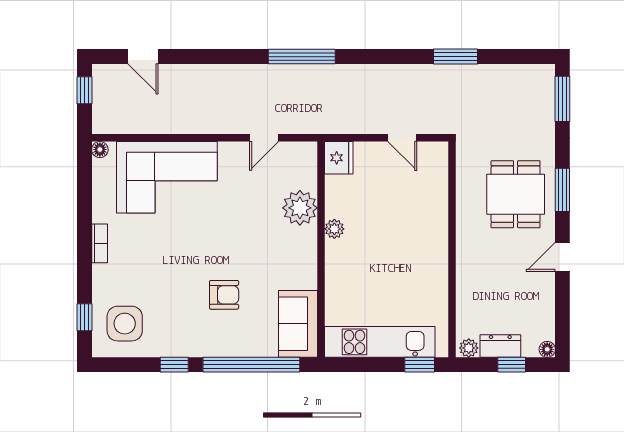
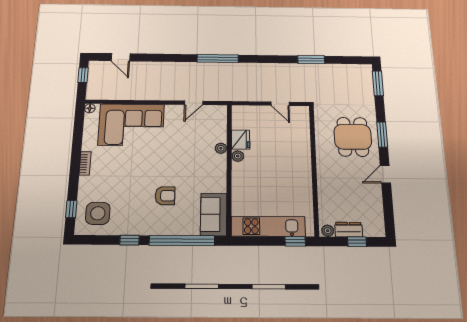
fridge: (339, 158) -> (241, 140), moved
plant: (300, 208) -> (221, 148), width x0.53, depth x0.53
floor lamp: (547, 349) -> (380, 232), removed

